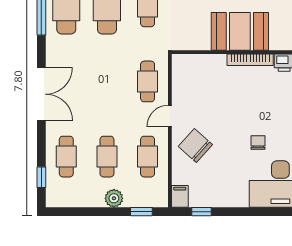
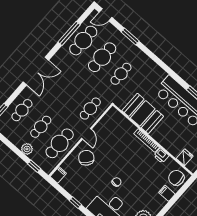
booth: (240, 31) -> (143, 113), moved
door: (170, 116) -> (86, 134), swing flipped
cafe table: (148, 157) -> (60, 143), width x1.37, depth x1.35
window: (201, 212) -> (75, 203), moved

